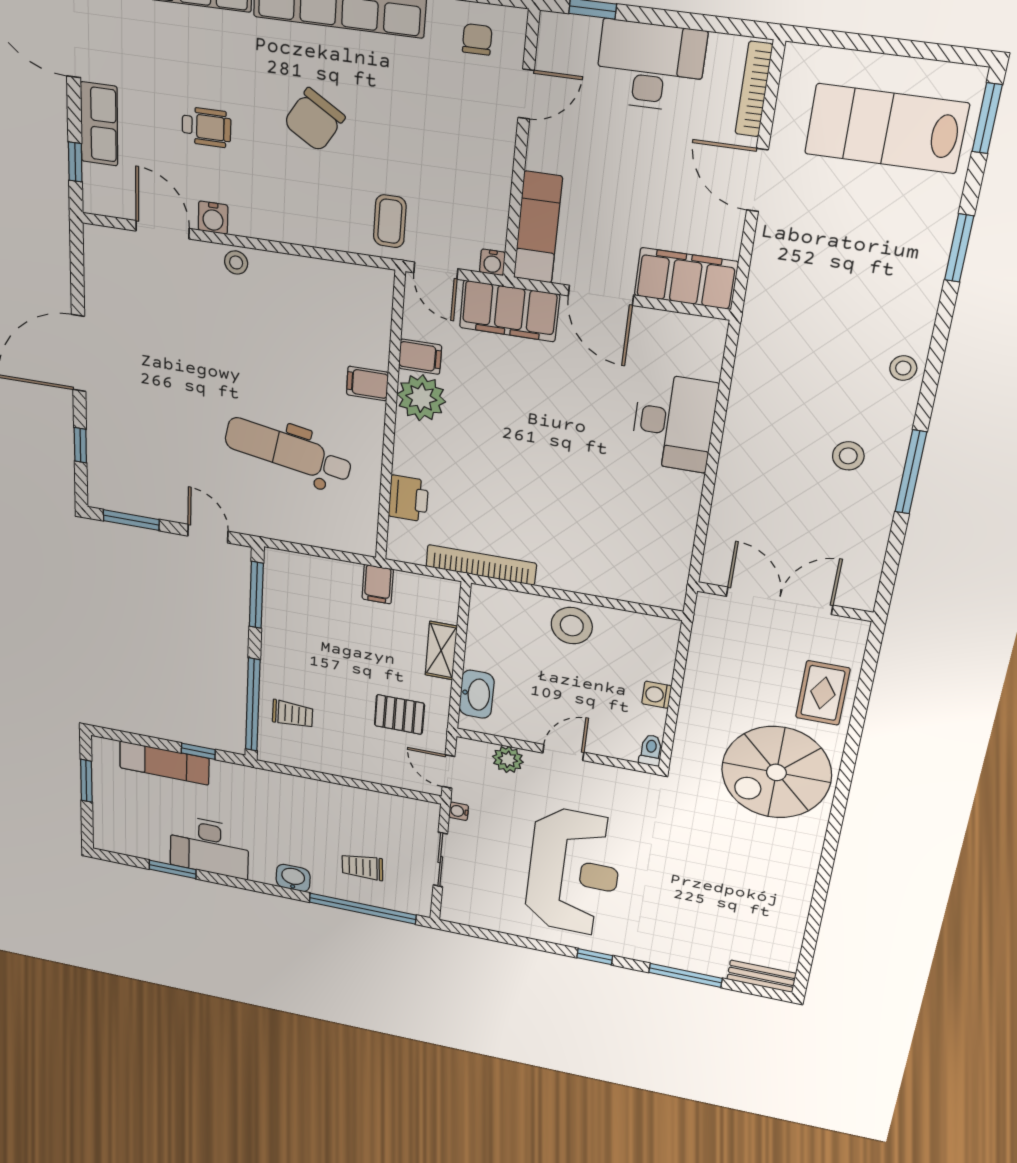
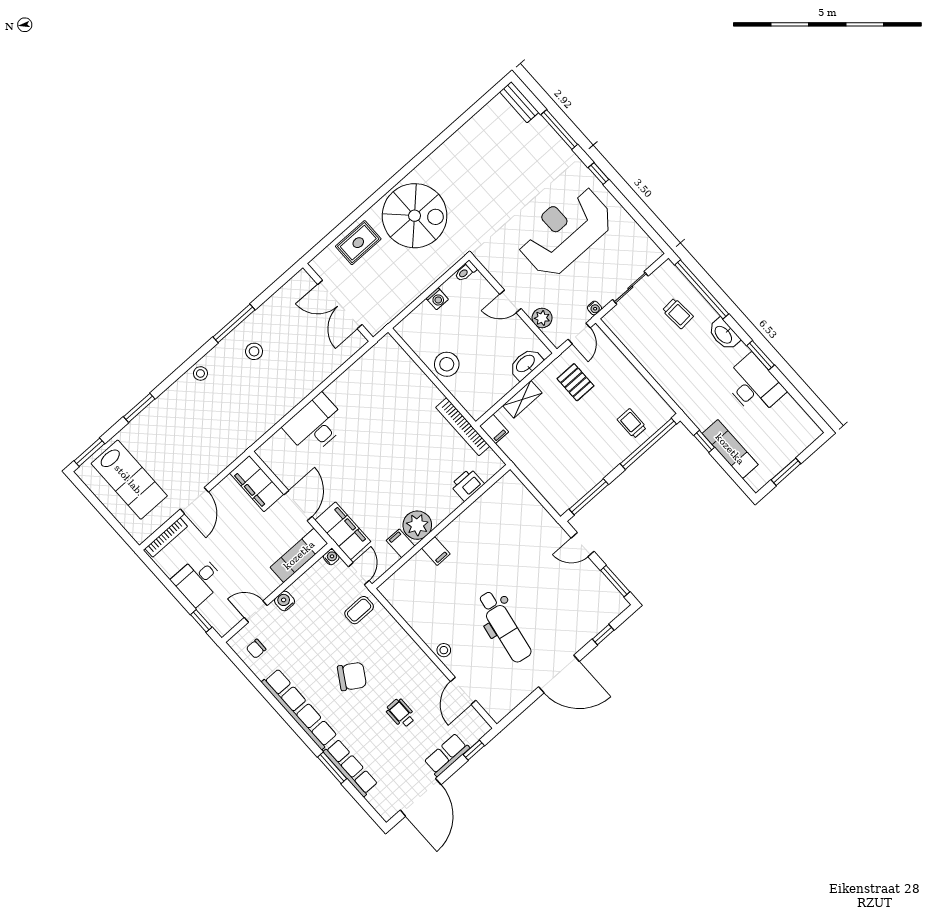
desk: (650, 66) -> (198, 580), width x0.73
water cooler: (213, 218) -> (285, 601), moved, turned -90
dental chair: (288, 451) -> (504, 627), moved
door: (208, 534) -> (583, 545), hinge flipped
filing cabinet: (378, 584) -> (494, 429), moved, turned 90
window: (173, 869) -> (761, 355), moved
washbasin: (293, 878) -> (724, 334), width x1.38

